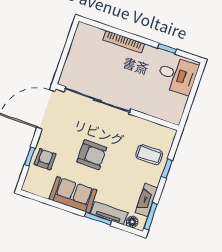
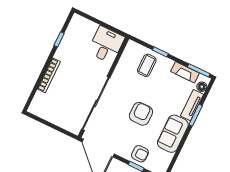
desk: (177, 75) -> (106, 45), moved
armchair: (45, 159) -> (140, 154), turned 180

